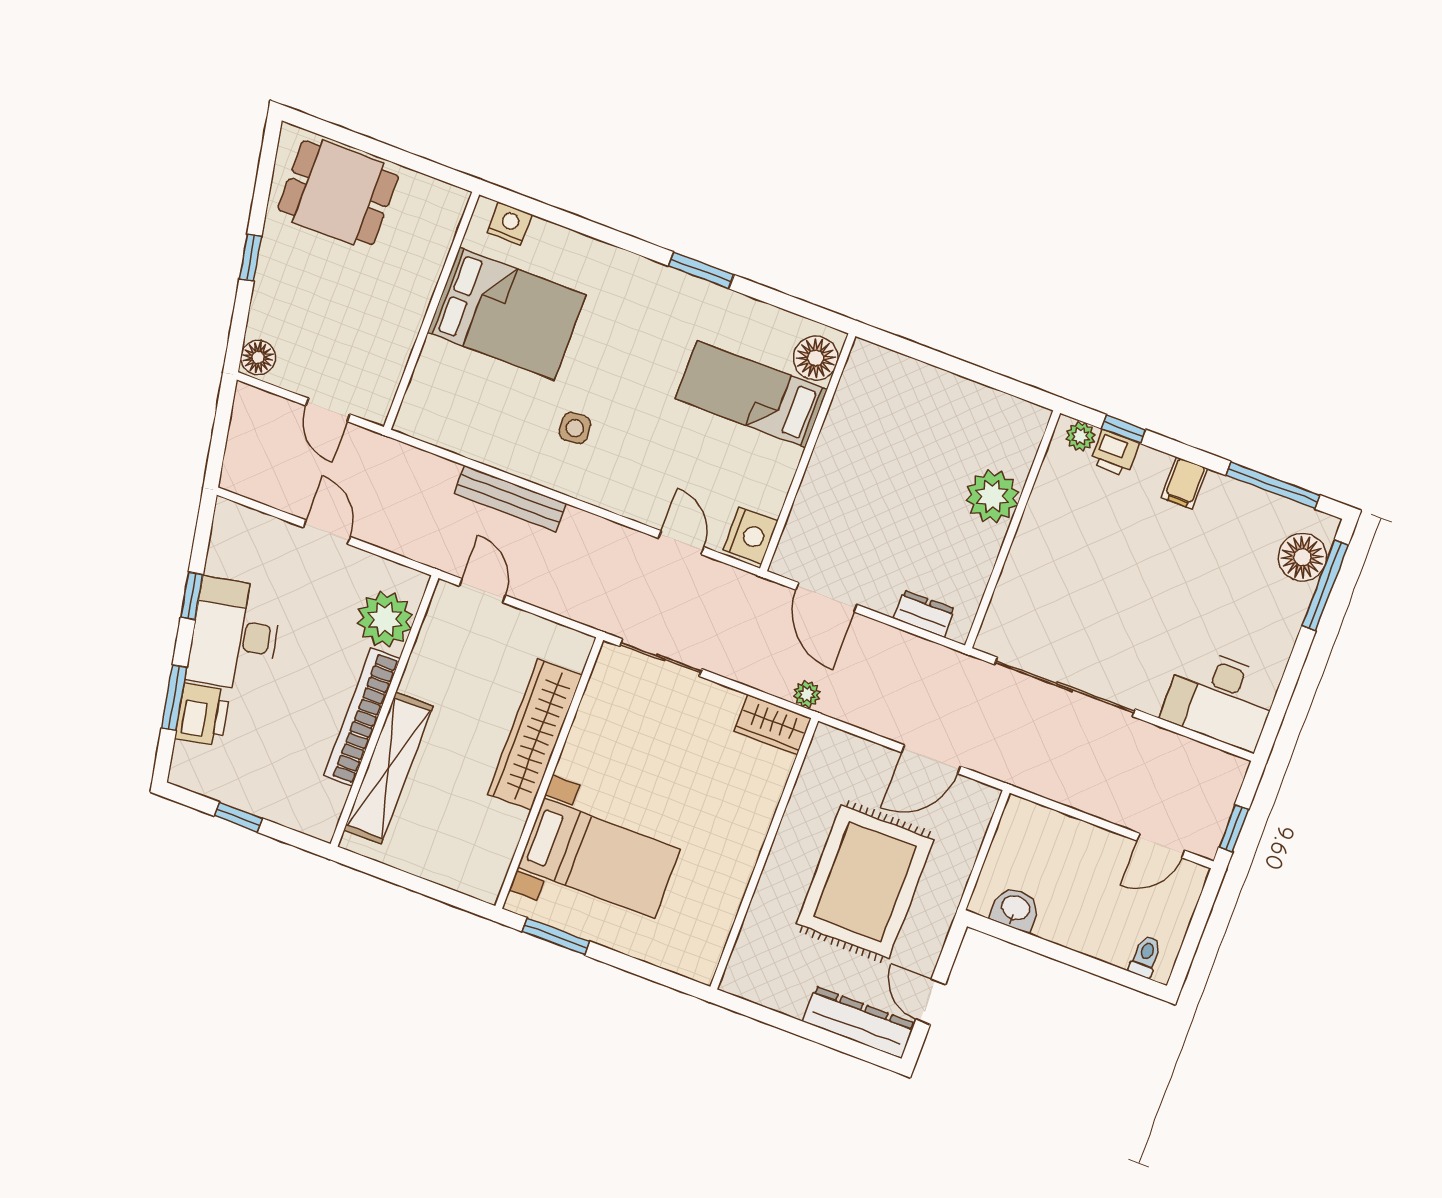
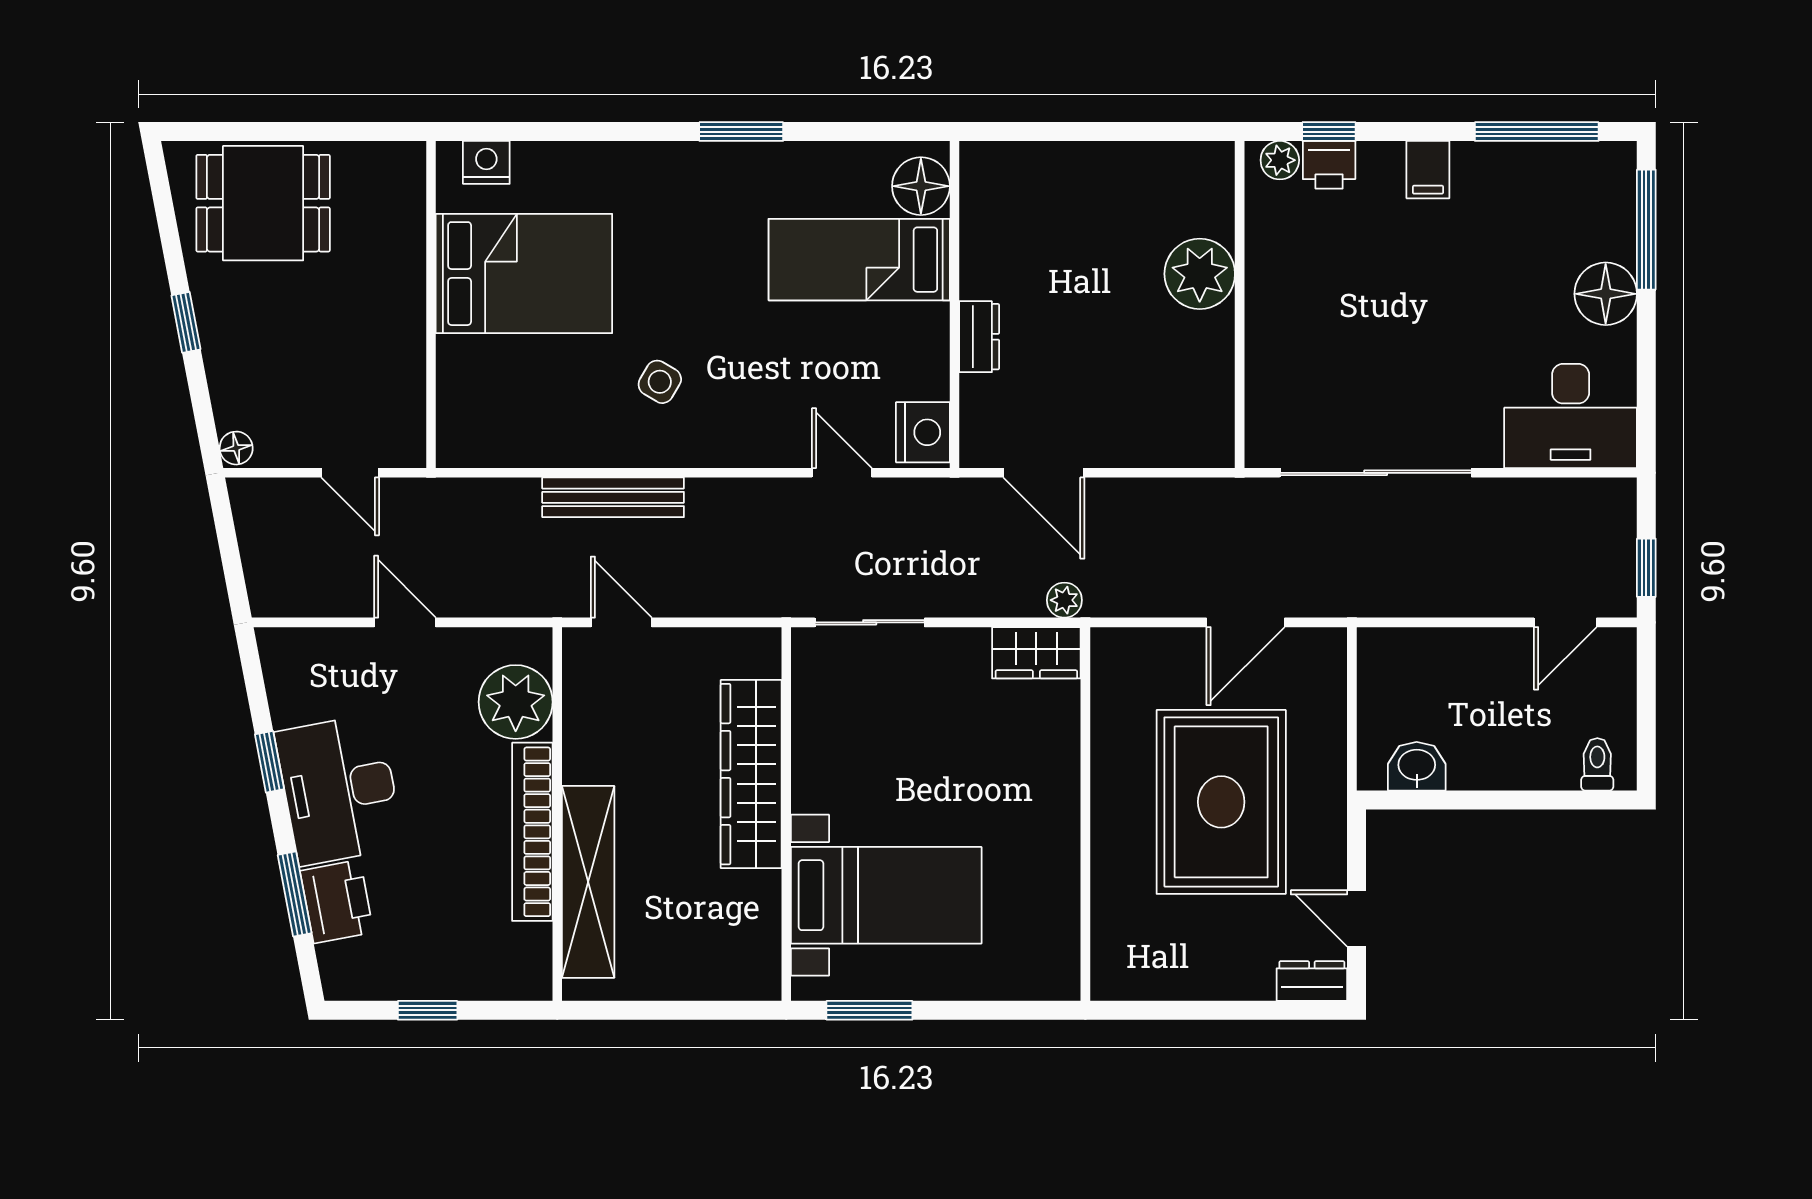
floor lamp: (258, 357) -> (236, 448), width x0.73, depth x0.73
side table: (575, 428) -> (660, 382), turned 36
floor lamp: (1302, 557) -> (1606, 294), moved
dresser: (924, 614) -> (979, 337), moved, turned 90
dresser: (859, 1022) -> (1312, 981), width x0.51, depth x0.80

